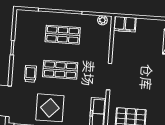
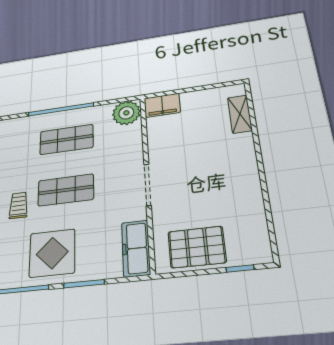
plant: (102, 20) -> (126, 113), width x1.88, depth x1.88

